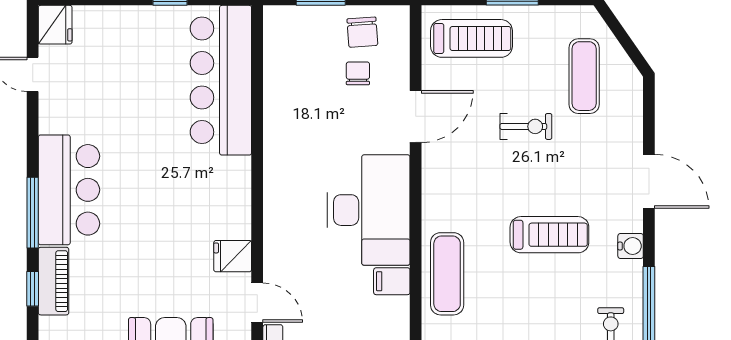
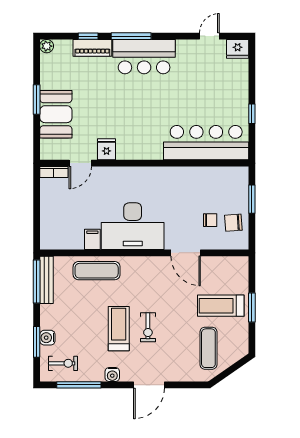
treadmill: (471, 38) -> (221, 306), moved, turned 90
exercise mat: (584, 76) -> (208, 348), turned 90
exercise bike: (526, 126) -> (148, 327), moved
treadmill: (549, 235) -> (119, 329), turned 180

